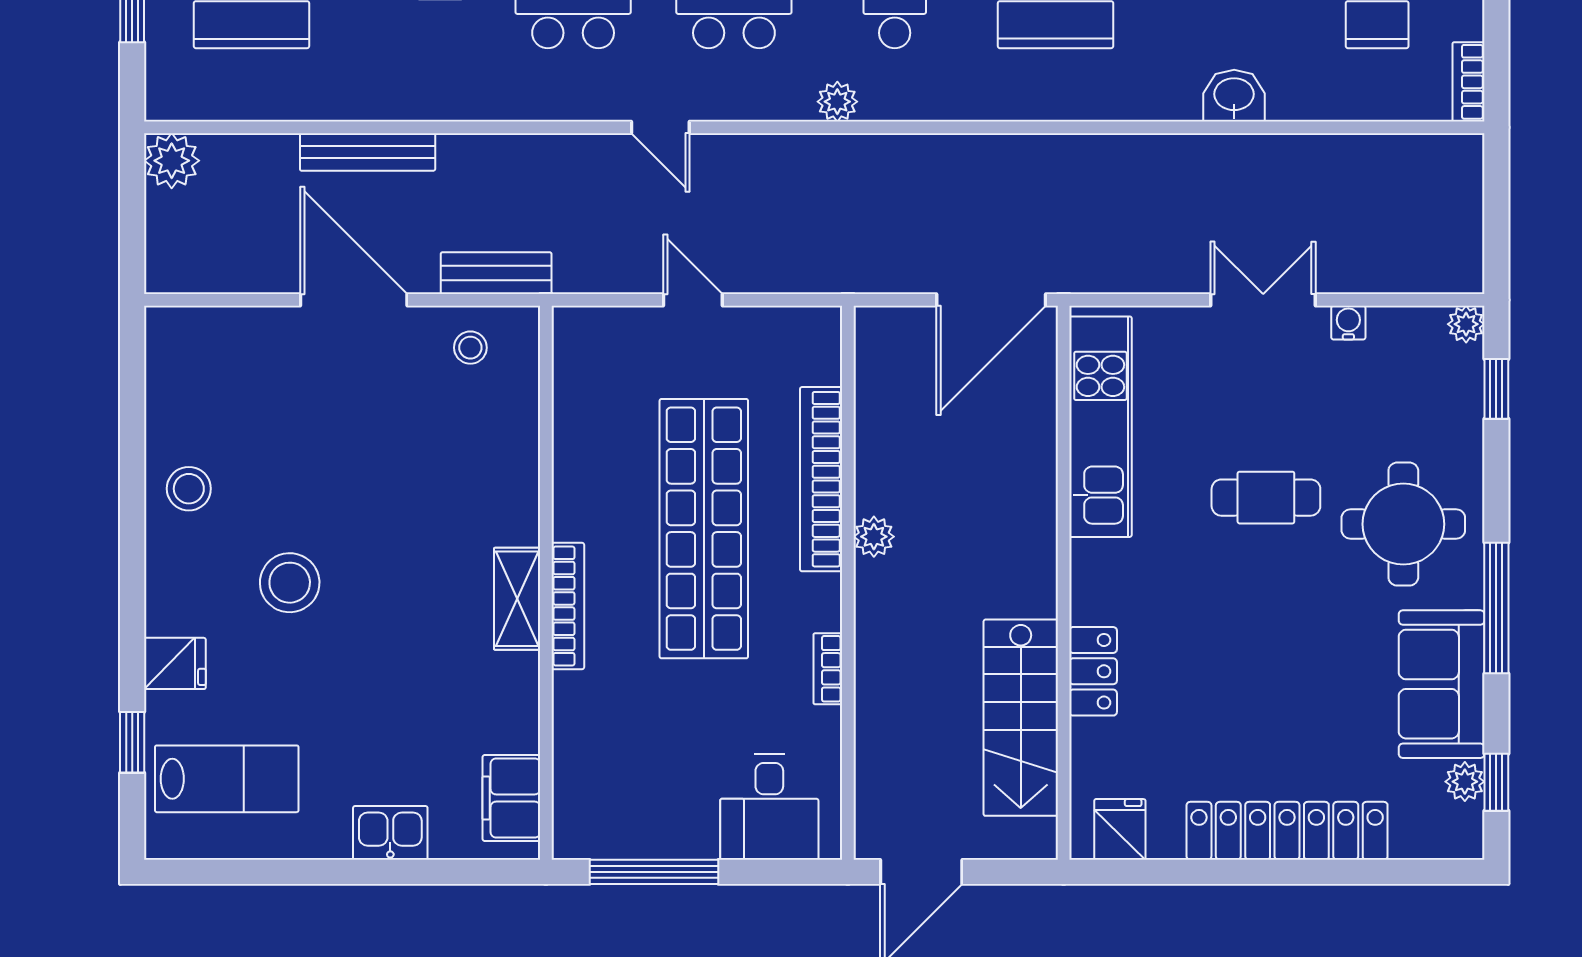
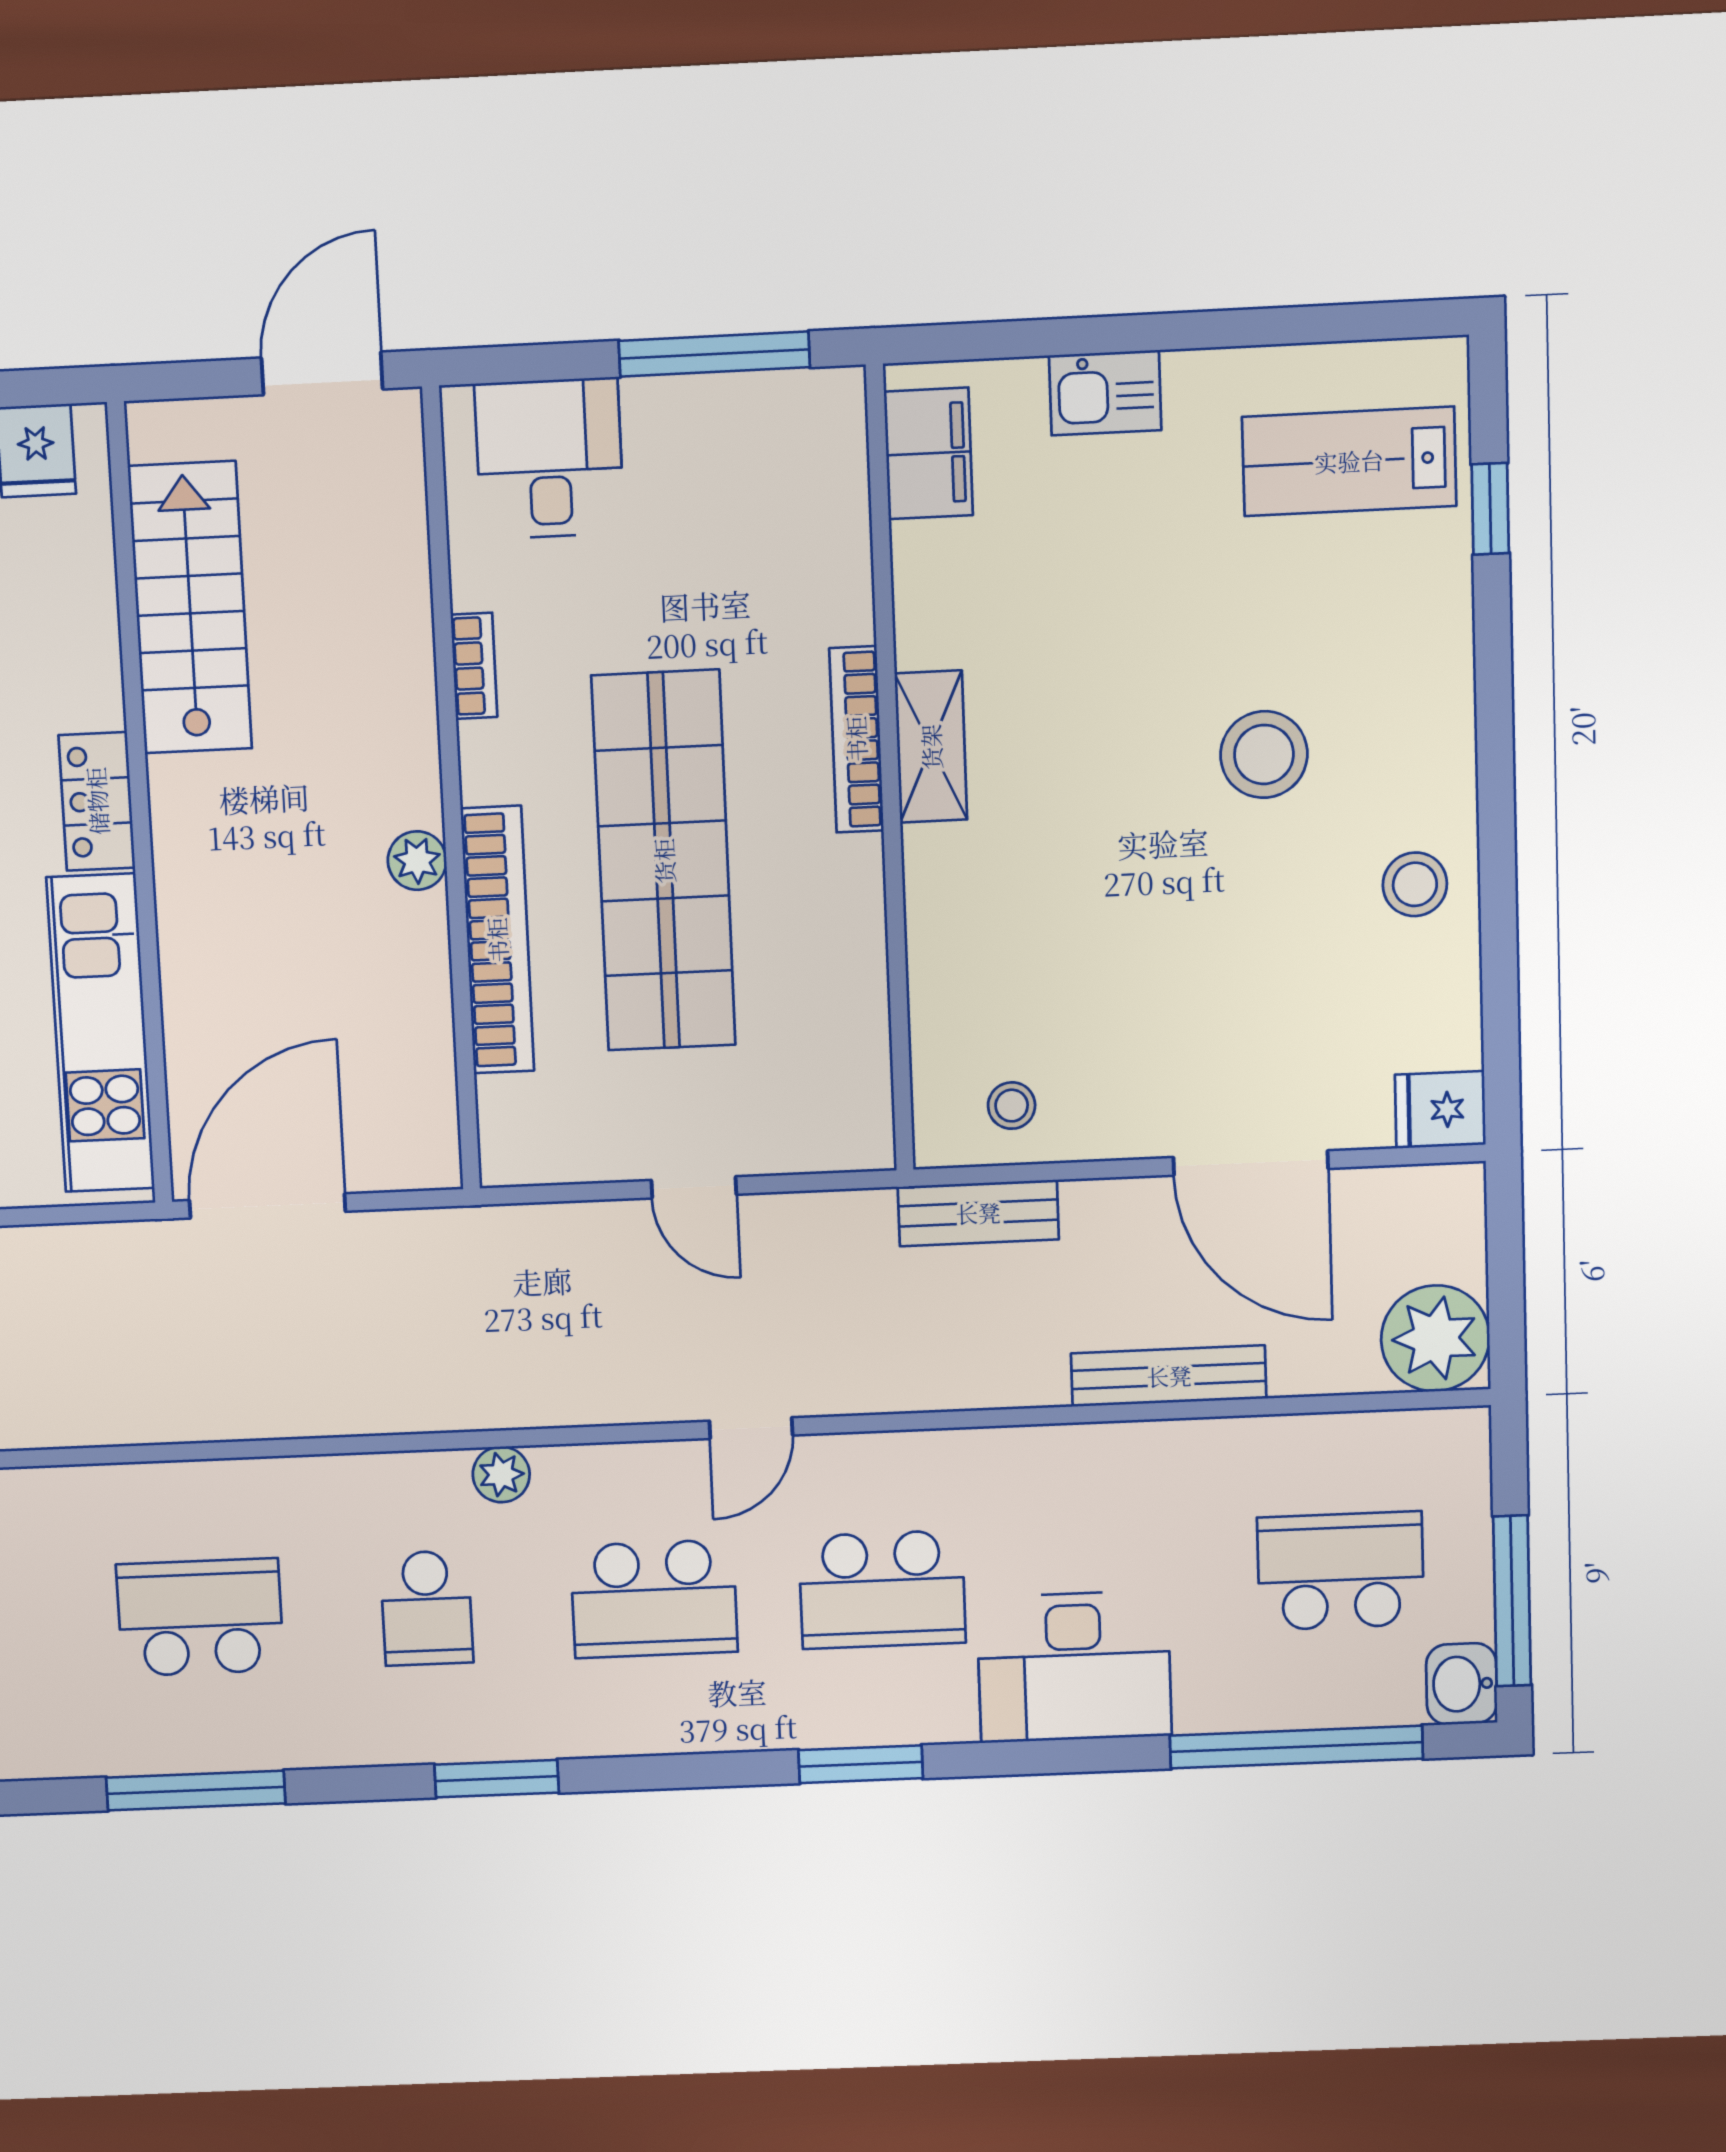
door: (660, 127) -> (751, 1428), swing flipped
plant: (172, 161) -> (1435, 1338), width x1.36, depth x1.36
door: (354, 300) -> (1251, 1163), moved
fridge: (175, 663) -> (1440, 1110), moved
locker: (1093, 671) -> (97, 801), moved

